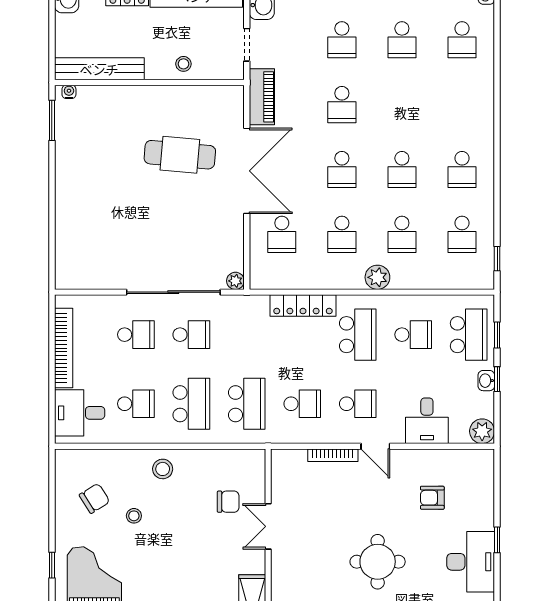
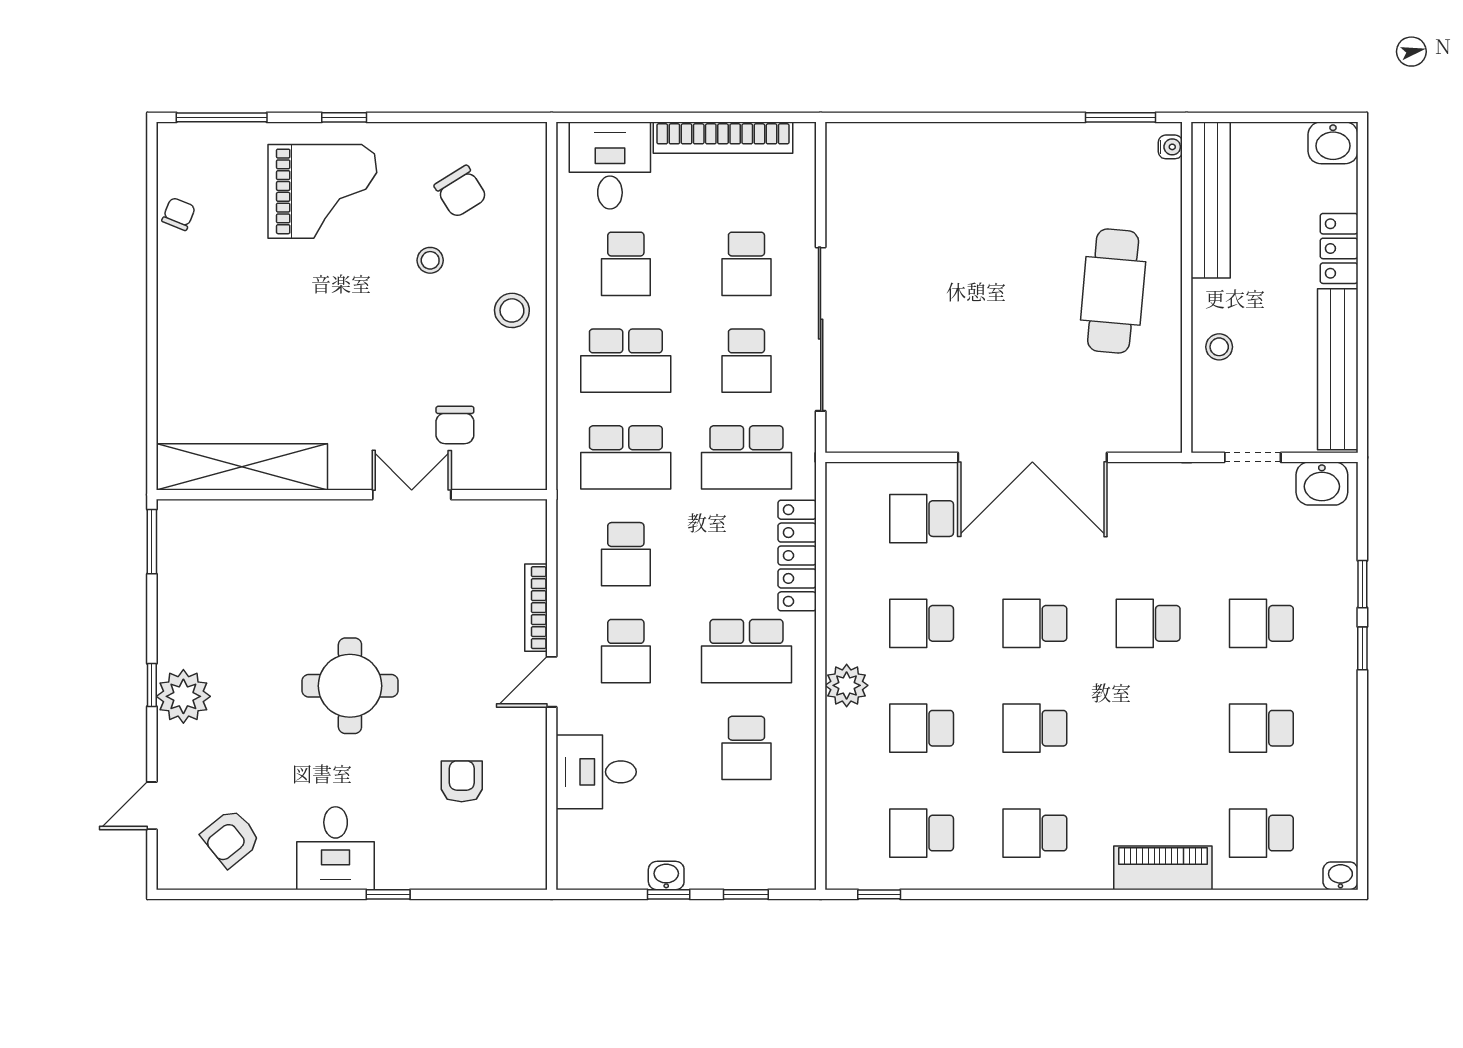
piano: (262, 97) -> (1163, 868), moved, turned 180
cafe table: (180, 155) -> (1113, 291), moved
plant: (235, 281) -> (840, 438), removed
school desk: (469, 335) -> (746, 457), moved
plant: (482, 431) -> (578, 868), removed
desk: (471, 562) -> (336, 848), width x0.73

